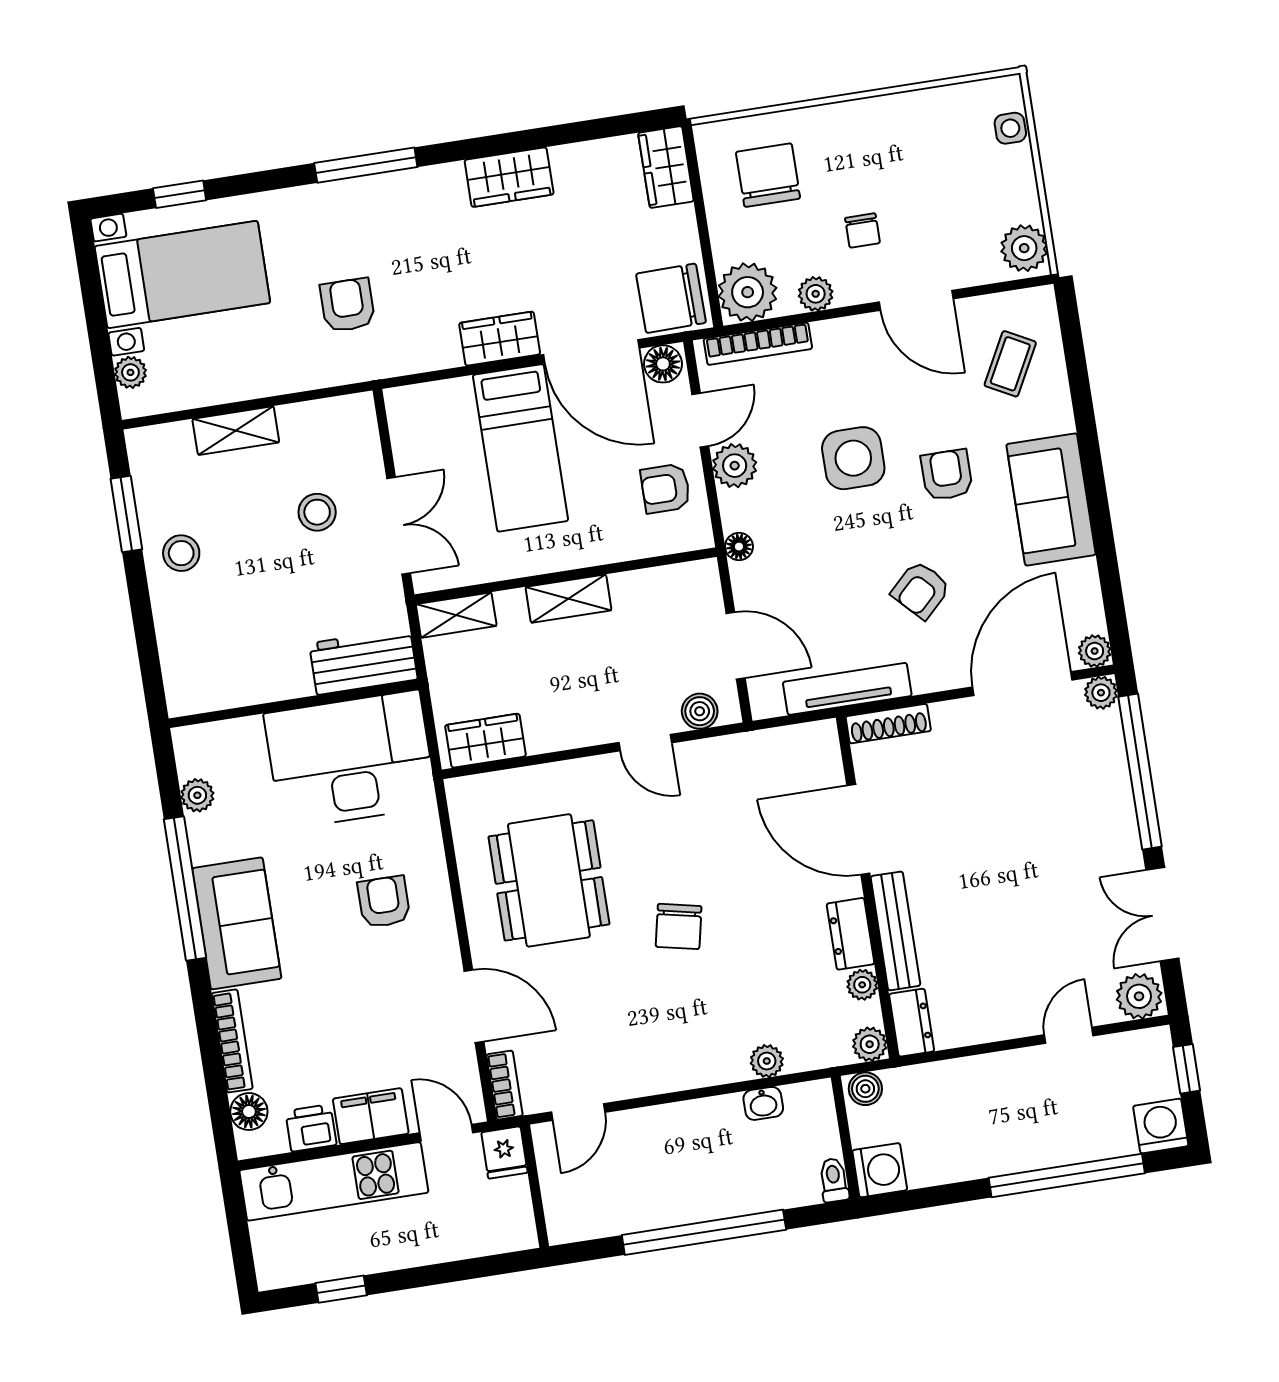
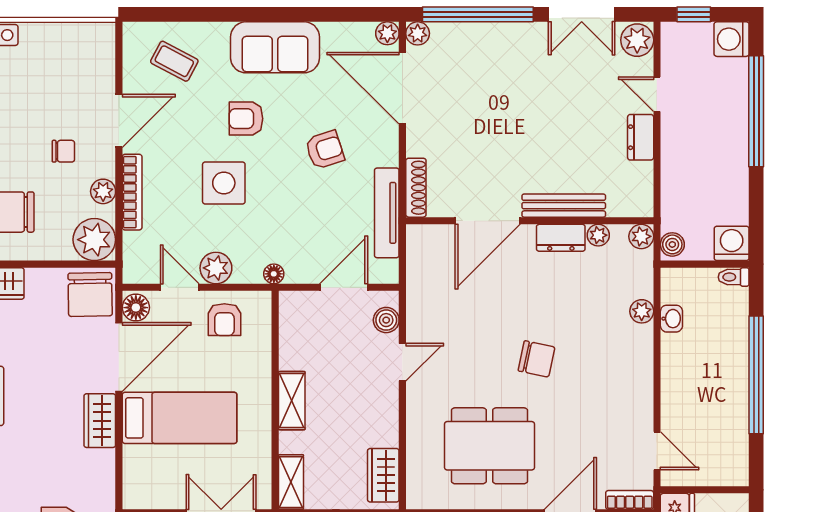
plant: (1024, 248) -> (94, 38), removed
bookcase: (758, 344) -> (132, 192), moved
armchair: (921, 590) -> (325, 150), turned -64
dresser: (912, 1023) -> (641, 137), moved, turned -90

